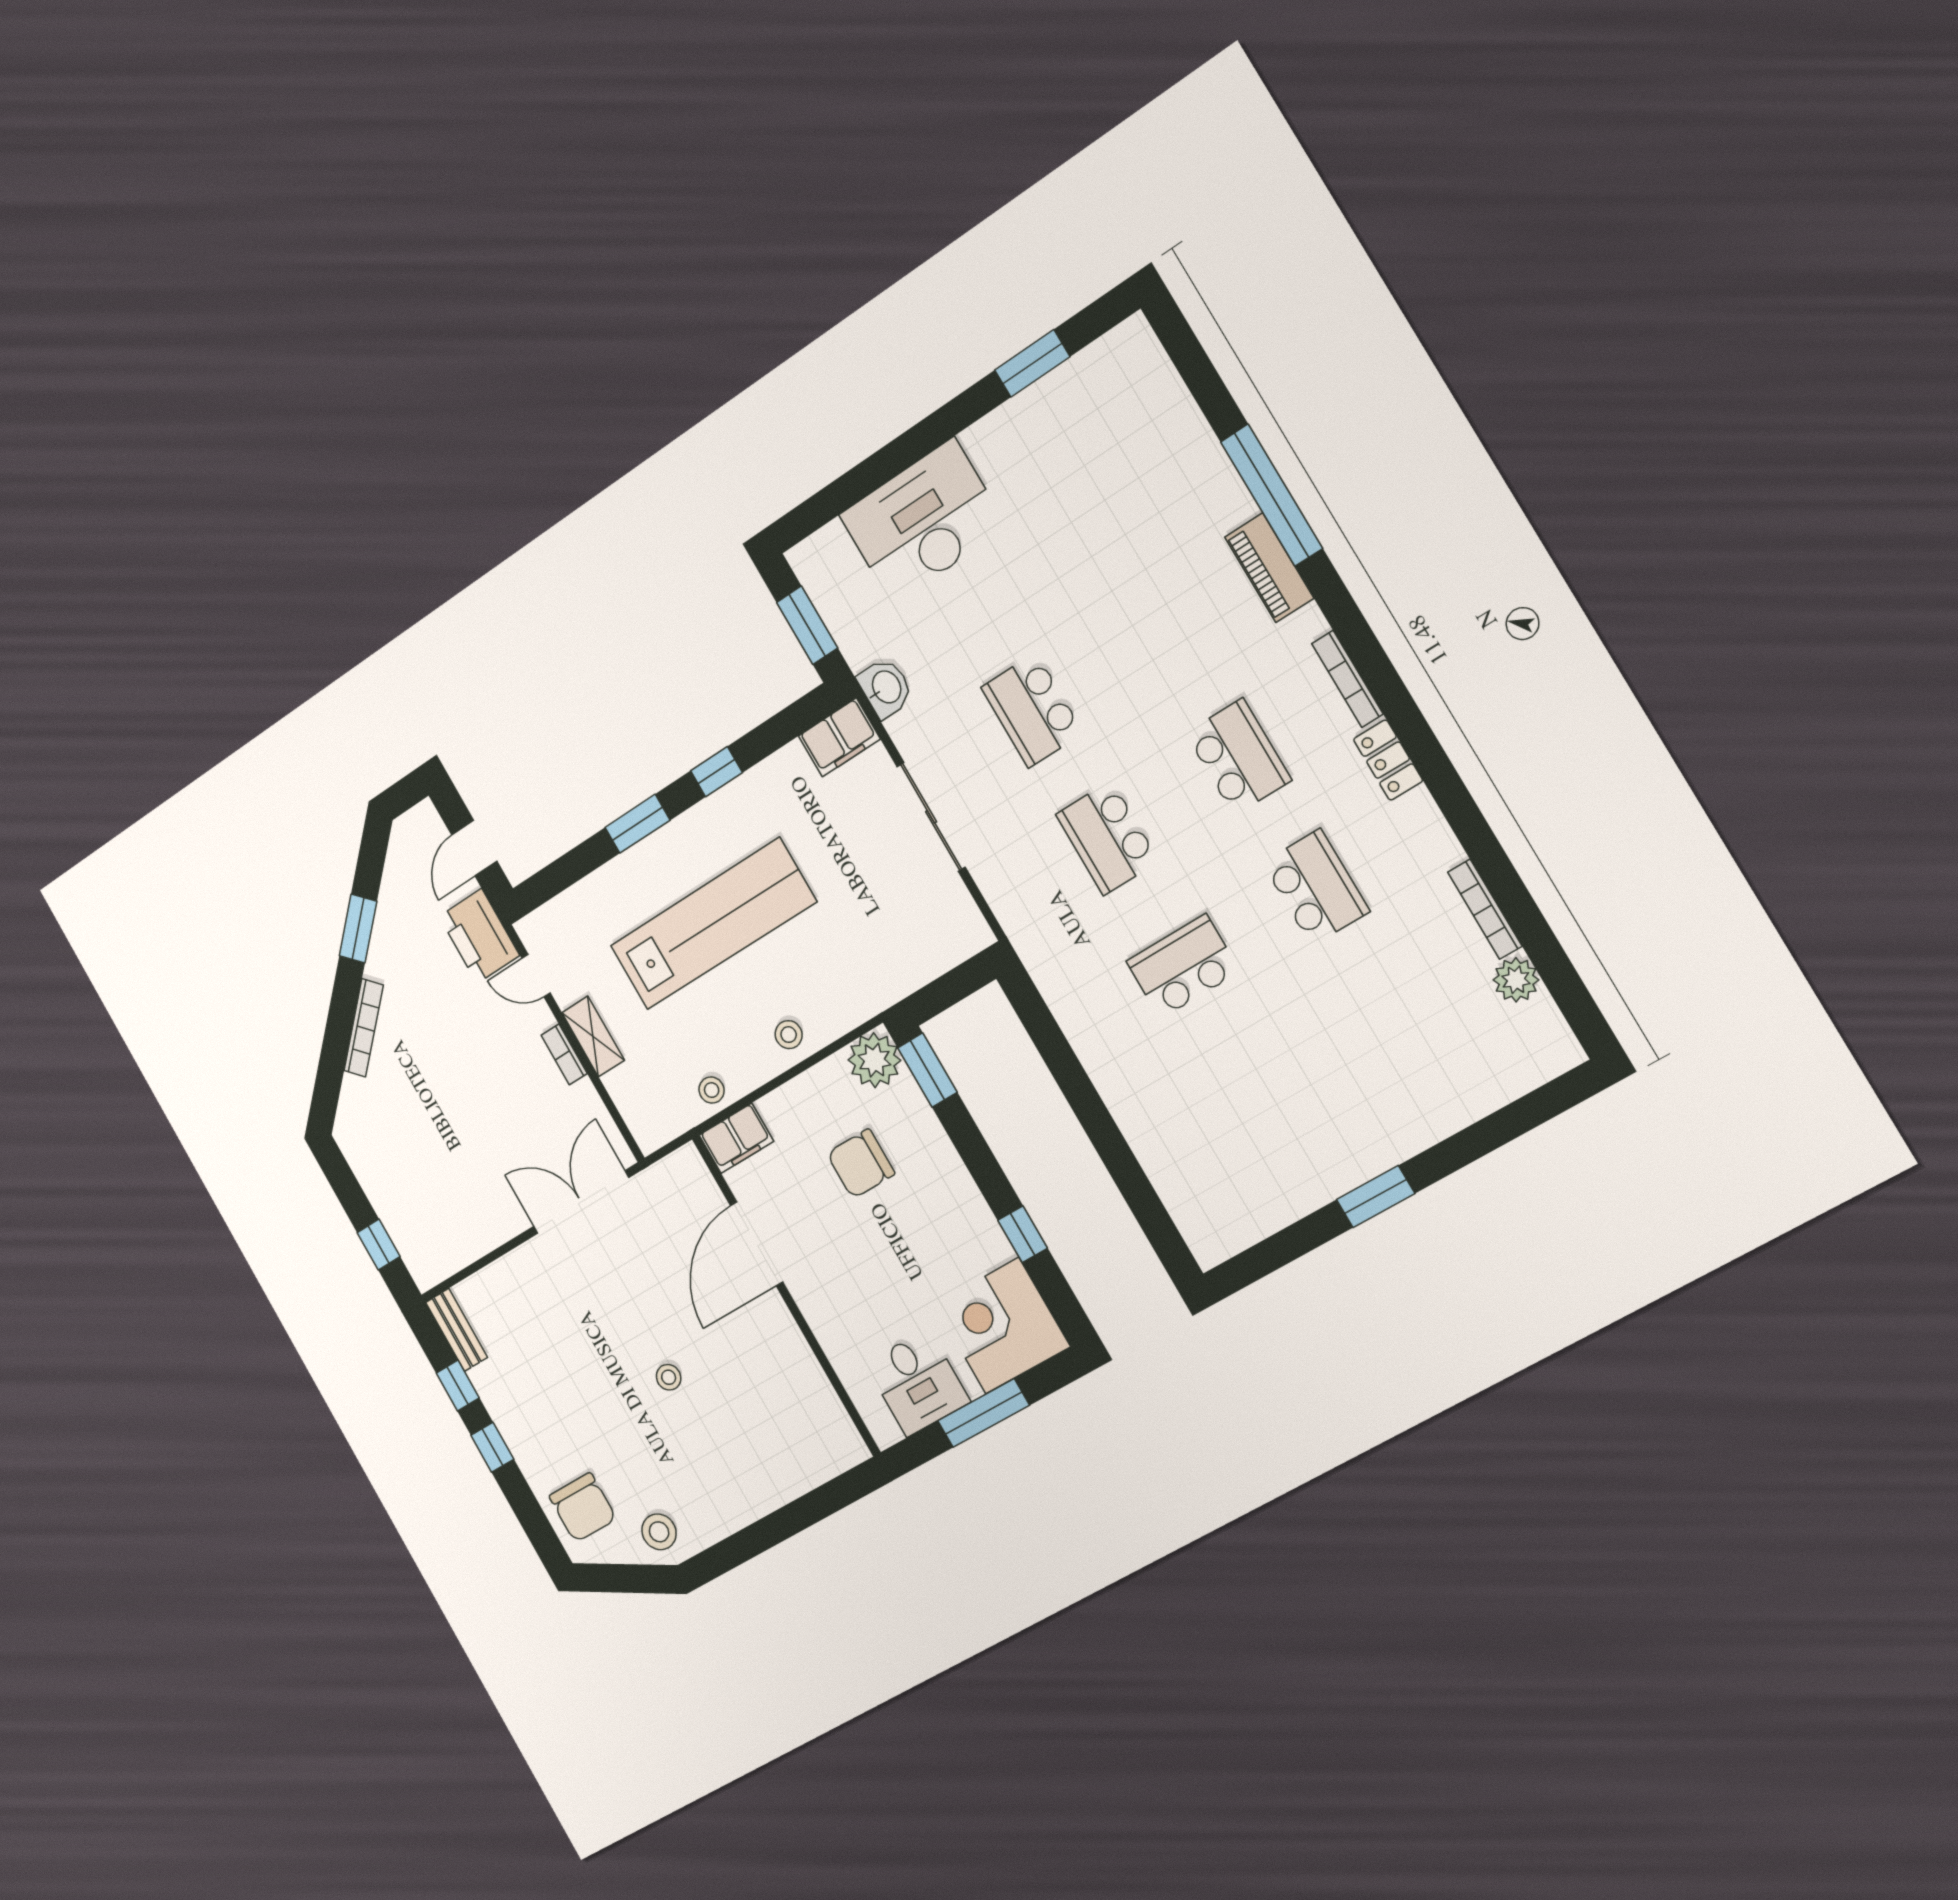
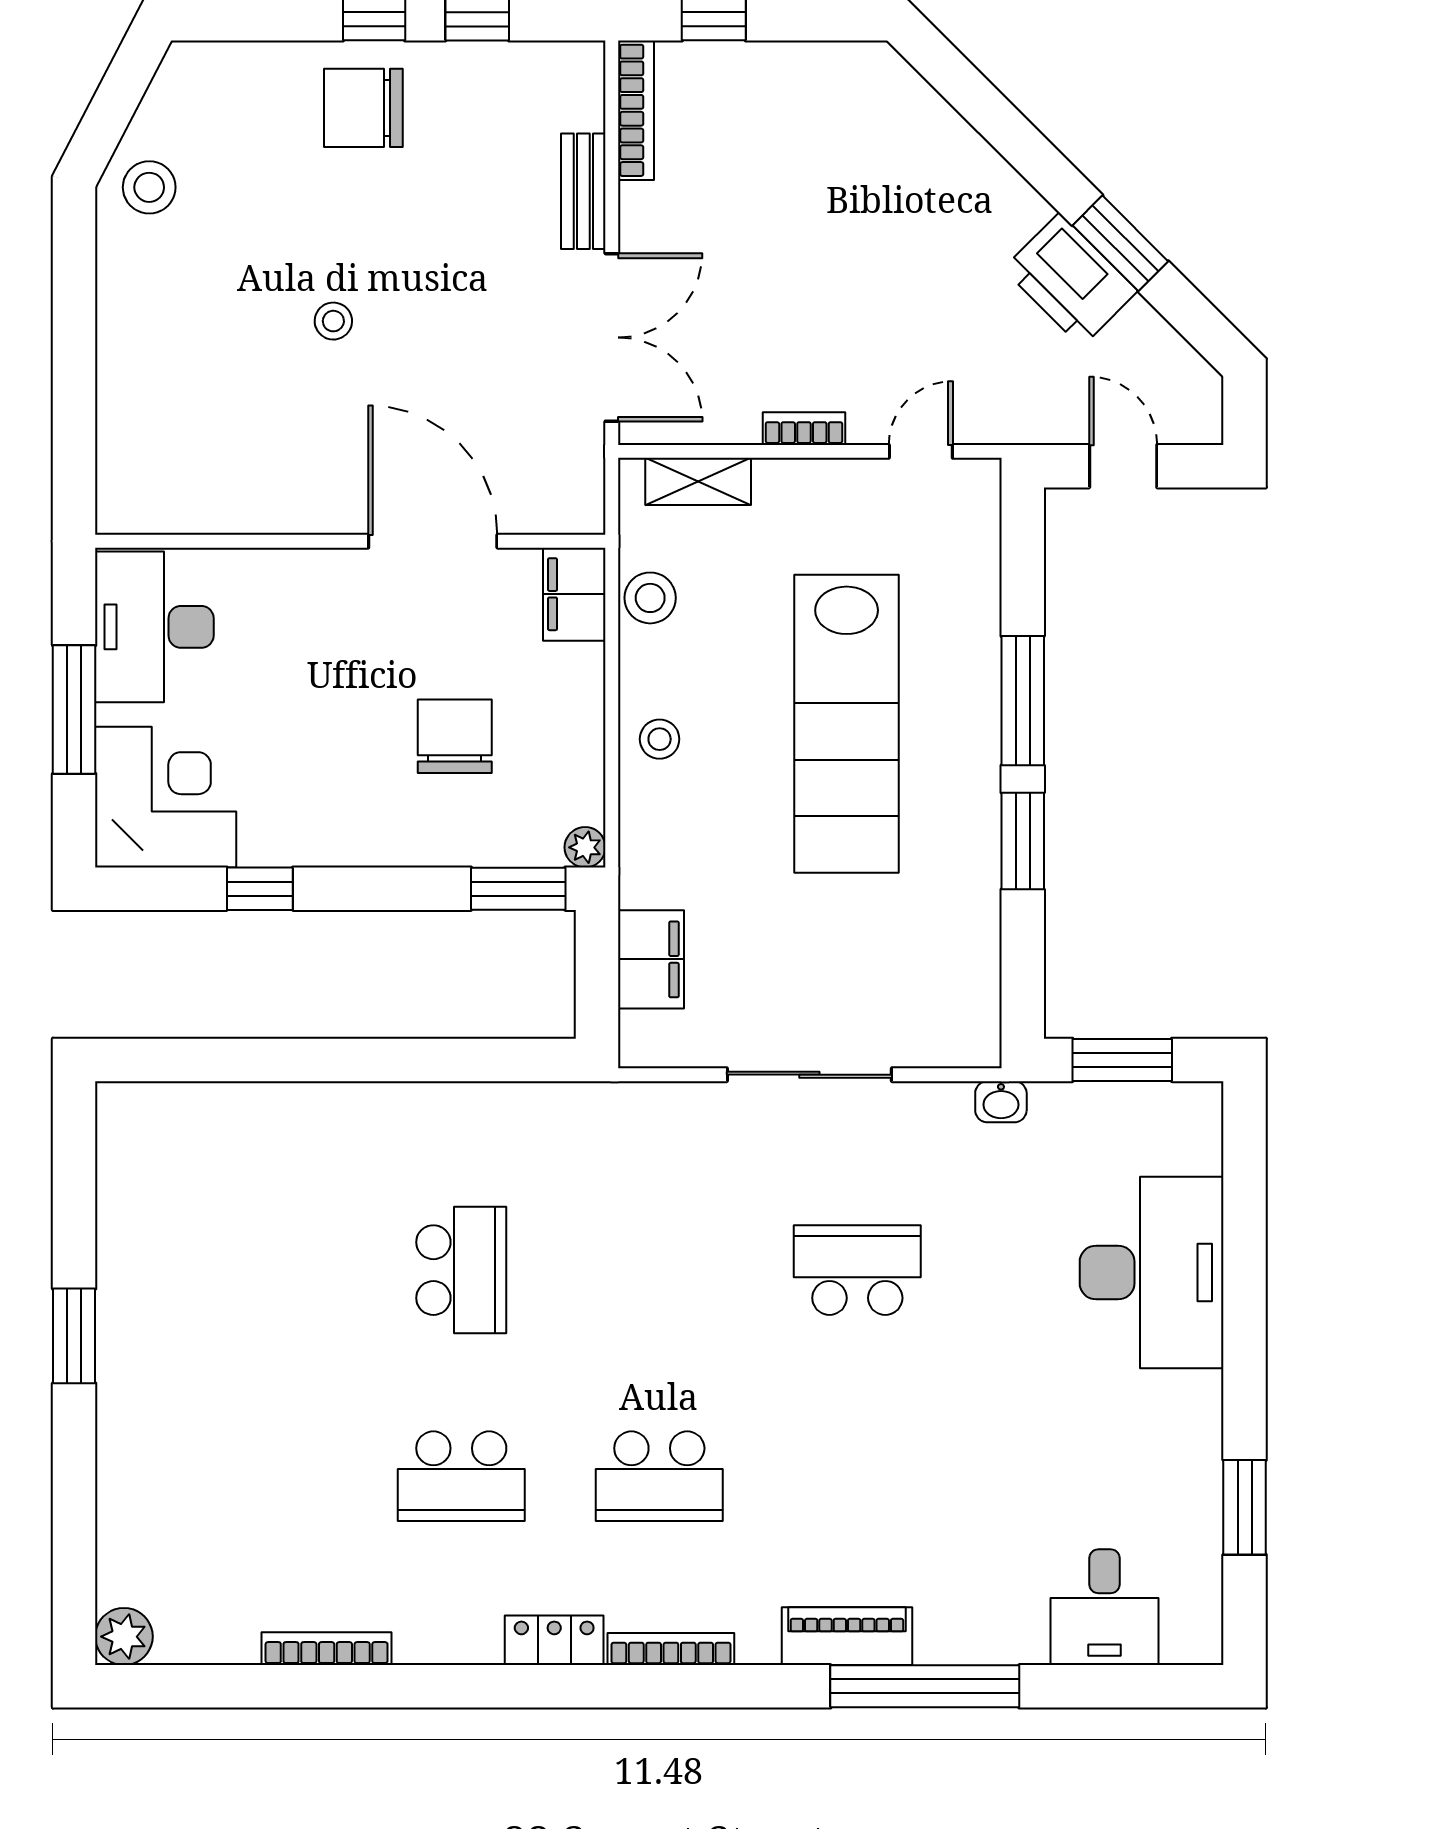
desk: (1150, 411) -> (1104, 1607), added
washbasin: (886, 688) -> (1001, 1102), width x0.72, depth x0.69
filing cabinet: (839, 737) -> (651, 959), moved, turned 180
window: (717, 772) -> (1023, 841), width x1.50
window: (637, 824) -> (1023, 701), width x1.44
school desk: (1107, 838) -> (659, 1270), removed
printer: (479, 936) -> (1070, 280), moved, turned -135
plant: (1516, 980) -> (124, 1637), moved
bookcase: (364, 1028) -> (636, 110), moved, turned -135
shelving: (593, 1036) -> (698, 481), moved
plant: (874, 1060) -> (585, 847), width x0.53, depth x0.53
stool: (712, 1090) -> (650, 598), width x1.37, depth x1.37
bench: (457, 1330) -> (583, 191), moved, turned 90
desk: (918, 1383) -> (154, 627), width x1.37
chair: (583, 1507) -> (363, 108), moved

